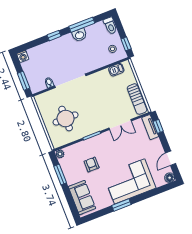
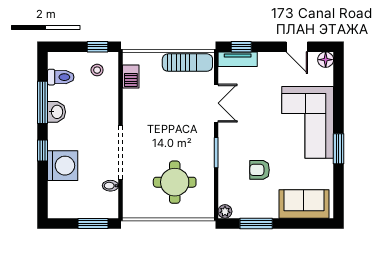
toilet: (110, 26) -> (61, 77), moved
washing machine: (23, 56) -> (63, 166), moved, width x1.89, depth x1.89

